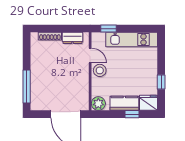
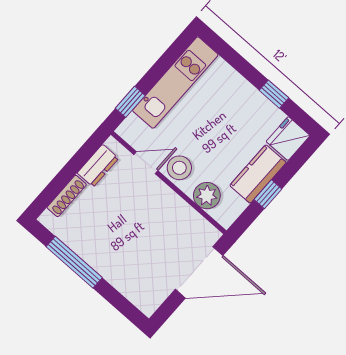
window: (27, 86) -> (74, 262), moved
plant: (98, 104) -> (207, 196), moved
window: (132, 114) -> (268, 194), moved

